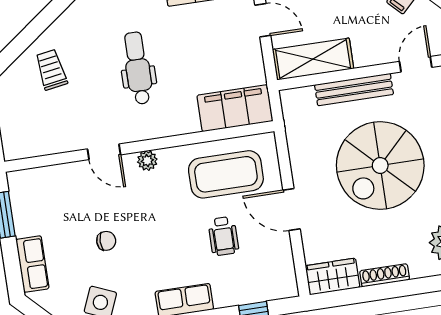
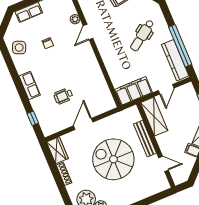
dental chair: (138, 68) -> (142, 35), moved, turned 145
filing cabinet: (235, 108) -> (133, 91), moved, turned -90
plant: (147, 161) -> (75, 19), moved
coffee table: (226, 174) -> (92, 90), removed

